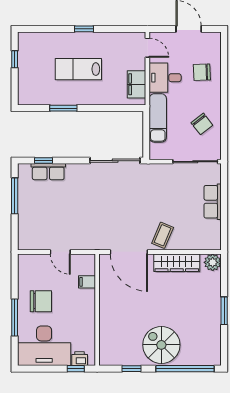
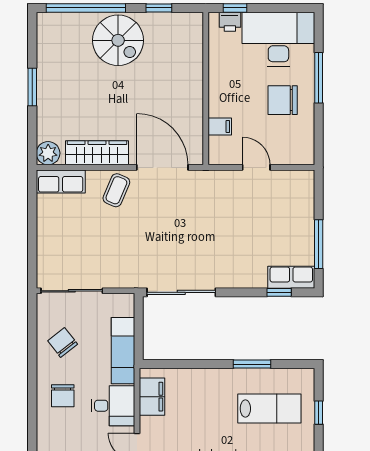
window: (15, 59) -> (319, 413), moved
lab bench: (78, 69) -> (269, 409), moved
chair: (202, 72) -> (63, 396), moved, turned 92
row of seats: (48, 172) -> (291, 277), moved
row of seats: (213, 202) -> (61, 181), moved, turned 90

